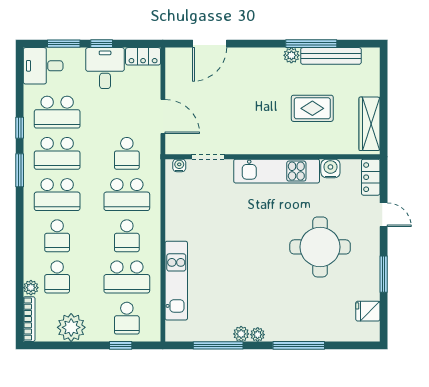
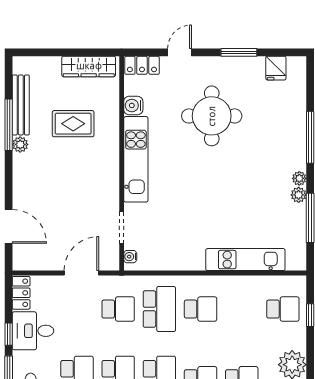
rug: (312, 108) -> (73, 124), turned 90
school desk: (127, 277) -> (242, 309), removed

